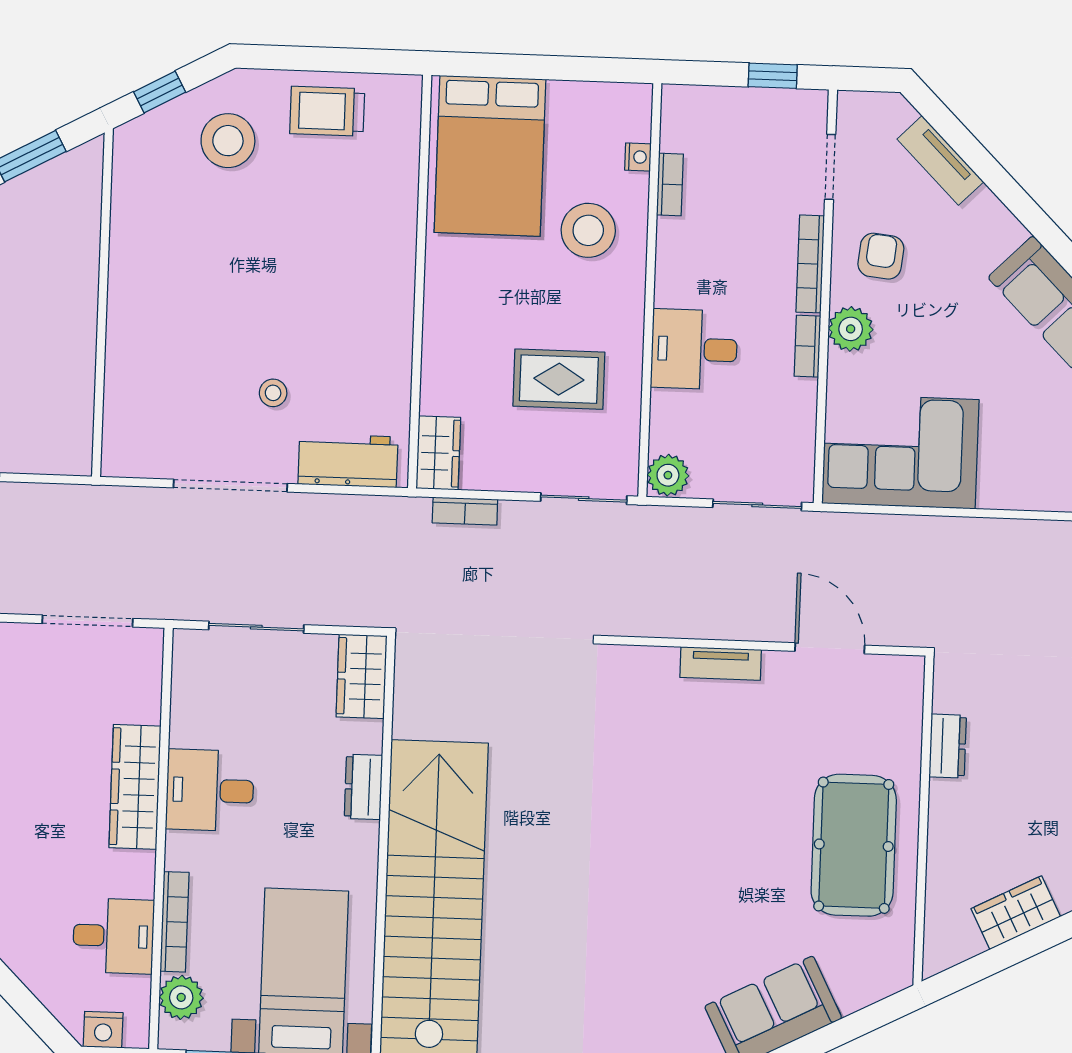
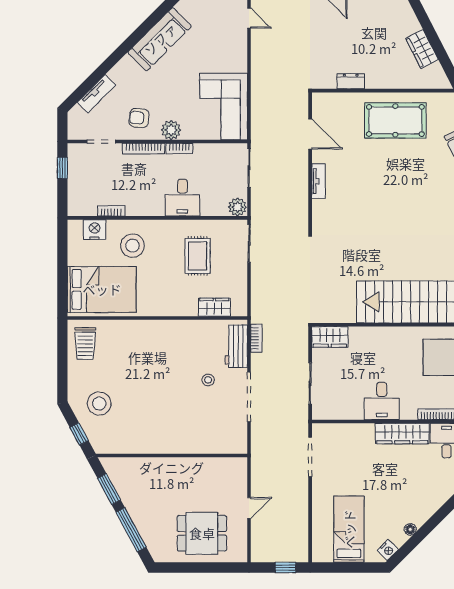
trolley: (327, 111) -> (85, 344), moved
nightstand: (638, 157) -> (95, 230), width x1.89, depth x1.79
wardrobe: (438, 453) -> (214, 307), moved
bookcase: (465, 511) -> (256, 338), moved
door: (830, 648) -> (310, 134), swing flipped
wardrobe: (135, 787) -> (402, 434), moved
dresser: (363, 787) -> (378, 334), removed

